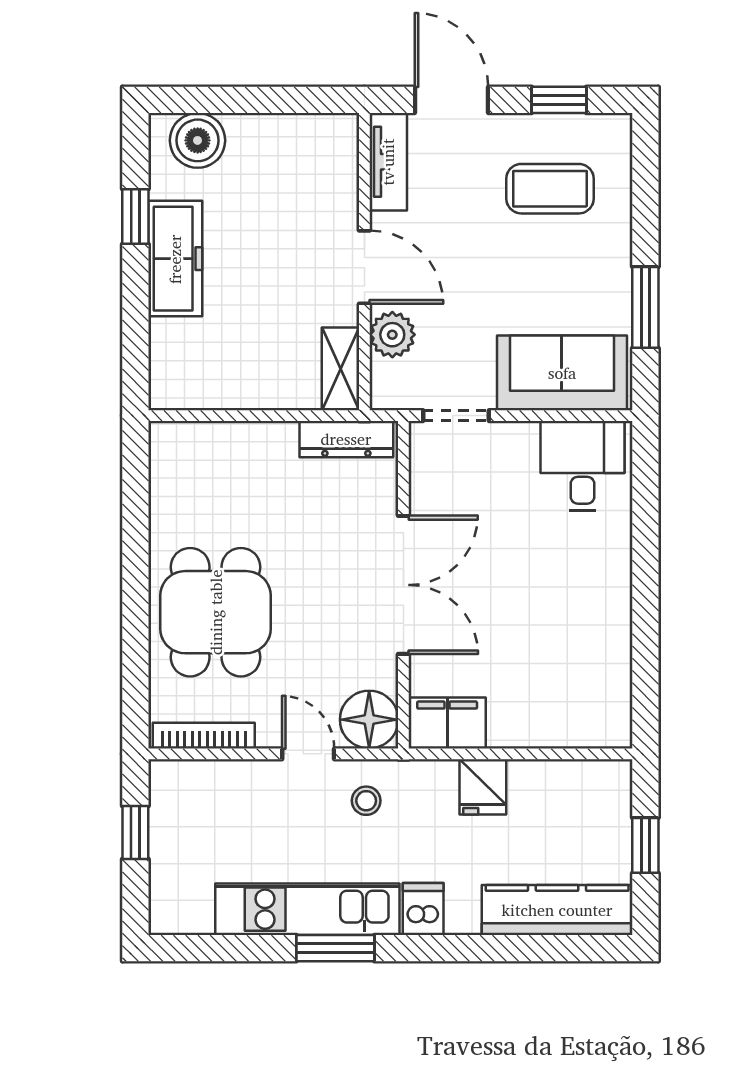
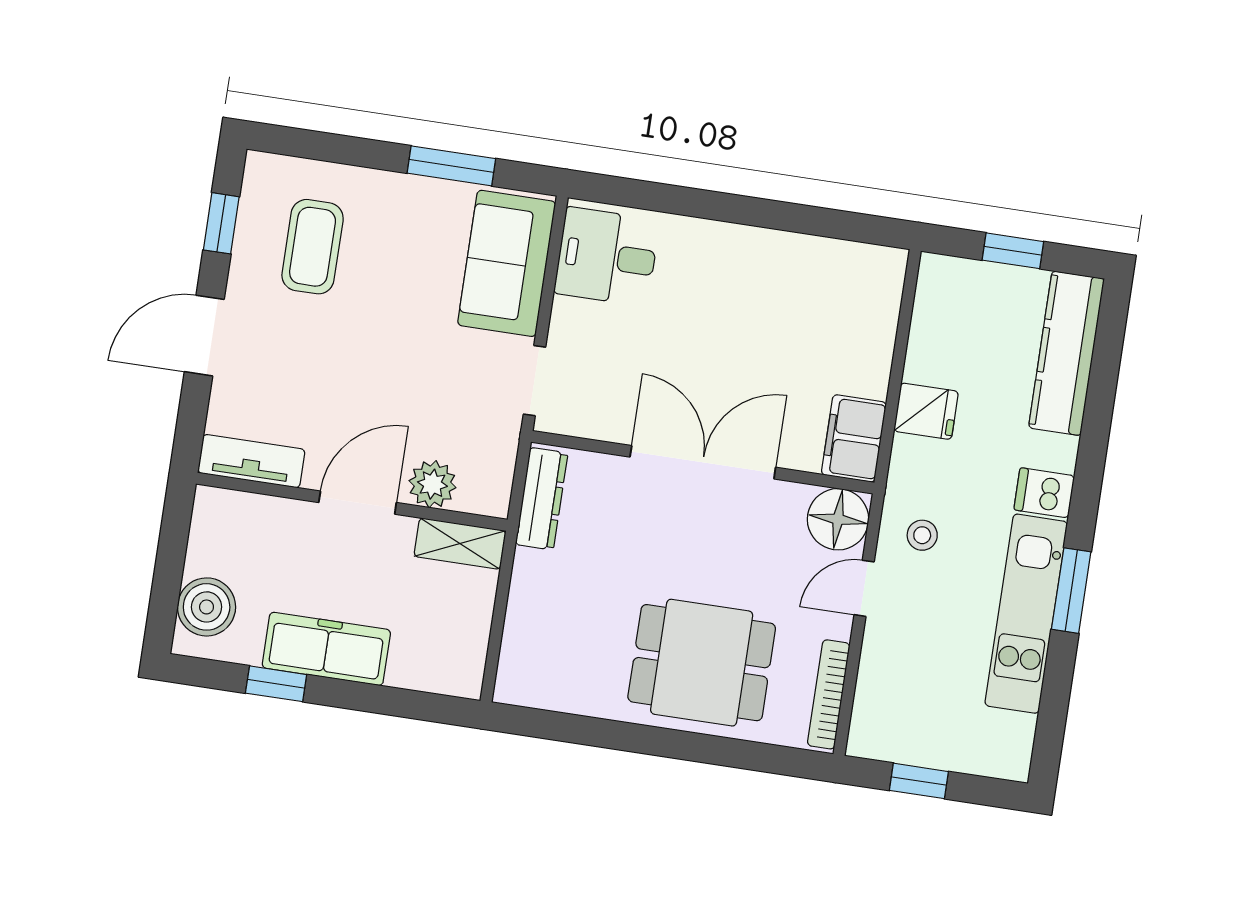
tv unit: (388, 162) -> (251, 461), moved
wall: (364, 262) -> (352, 502), moved
door: (364, 267) -> (358, 503), moved
plant: (392, 335) -> (432, 484), moved
shelving: (341, 369) -> (460, 544), moved

